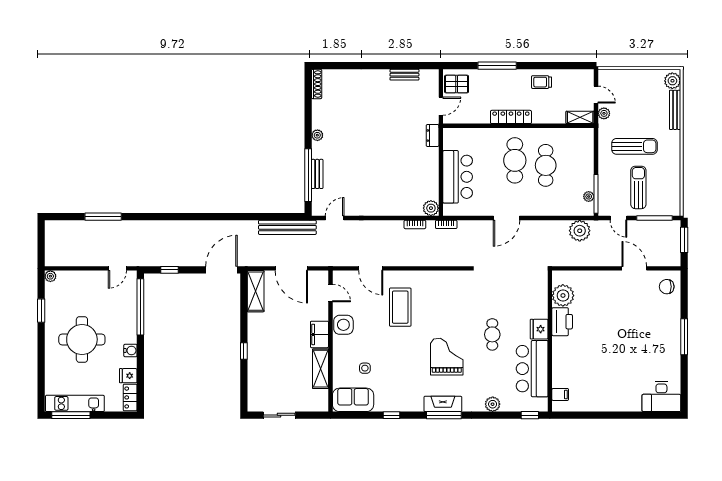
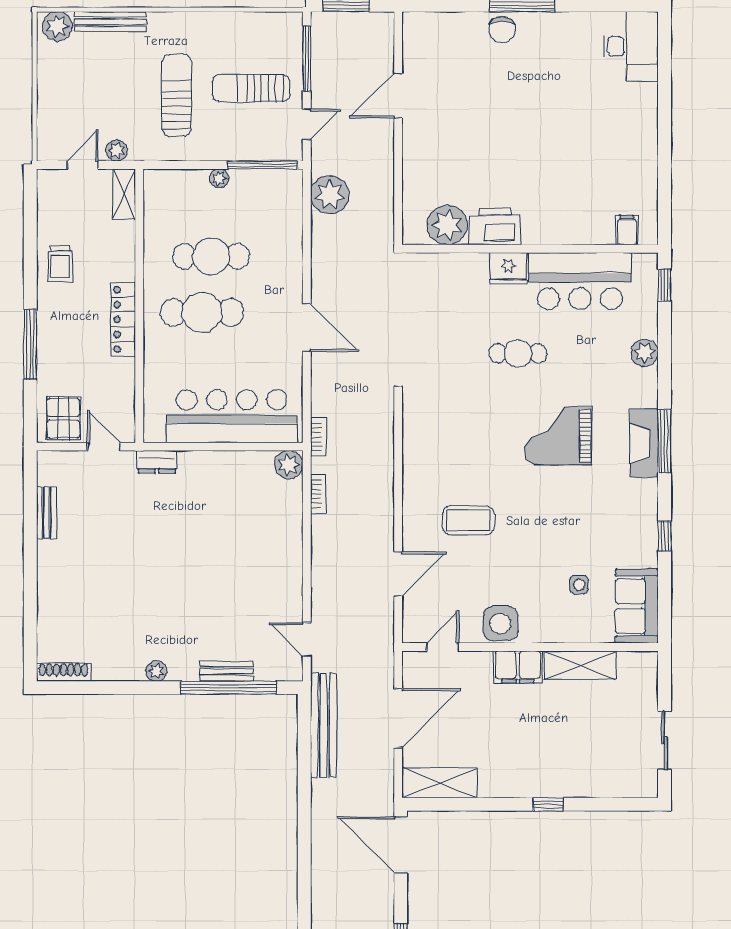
bar counter: (458, 177) -> (232, 416), width x1.36
plant: (589, 196) -> (219, 178), moved
chair: (667, 287) -> (502, 30), moved
coffee table: (400, 307) -> (468, 520), width x0.73, depth x0.76

